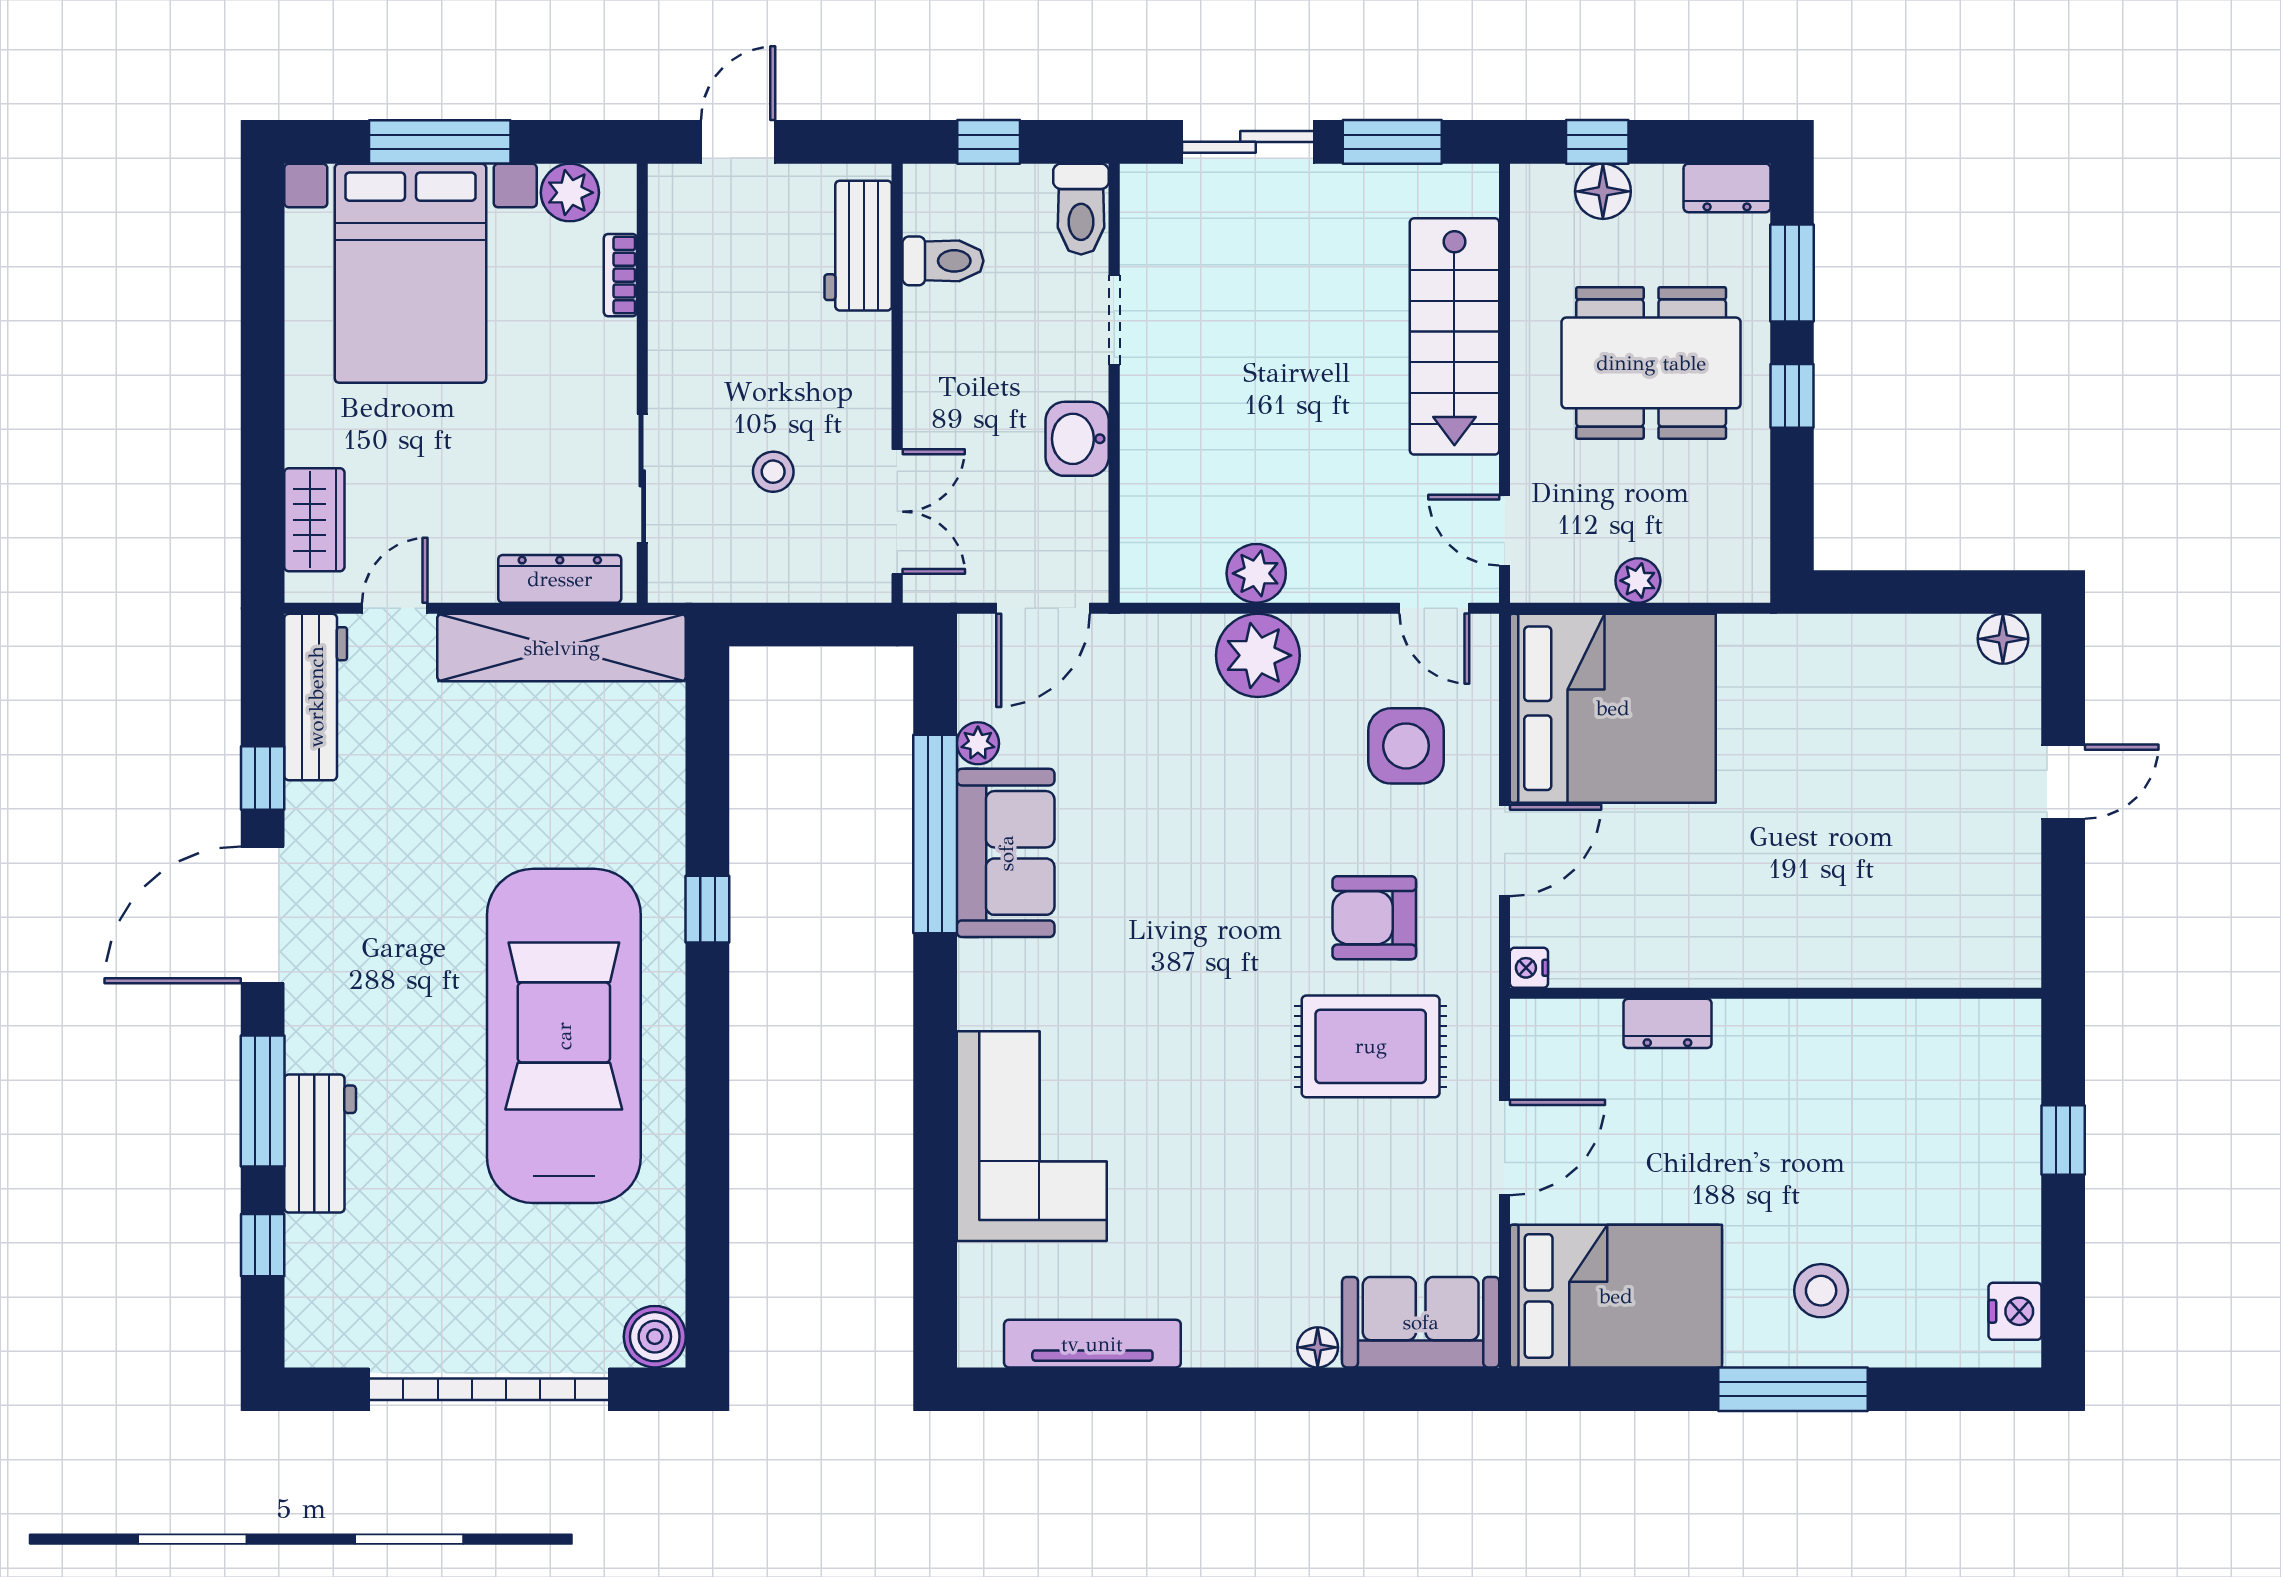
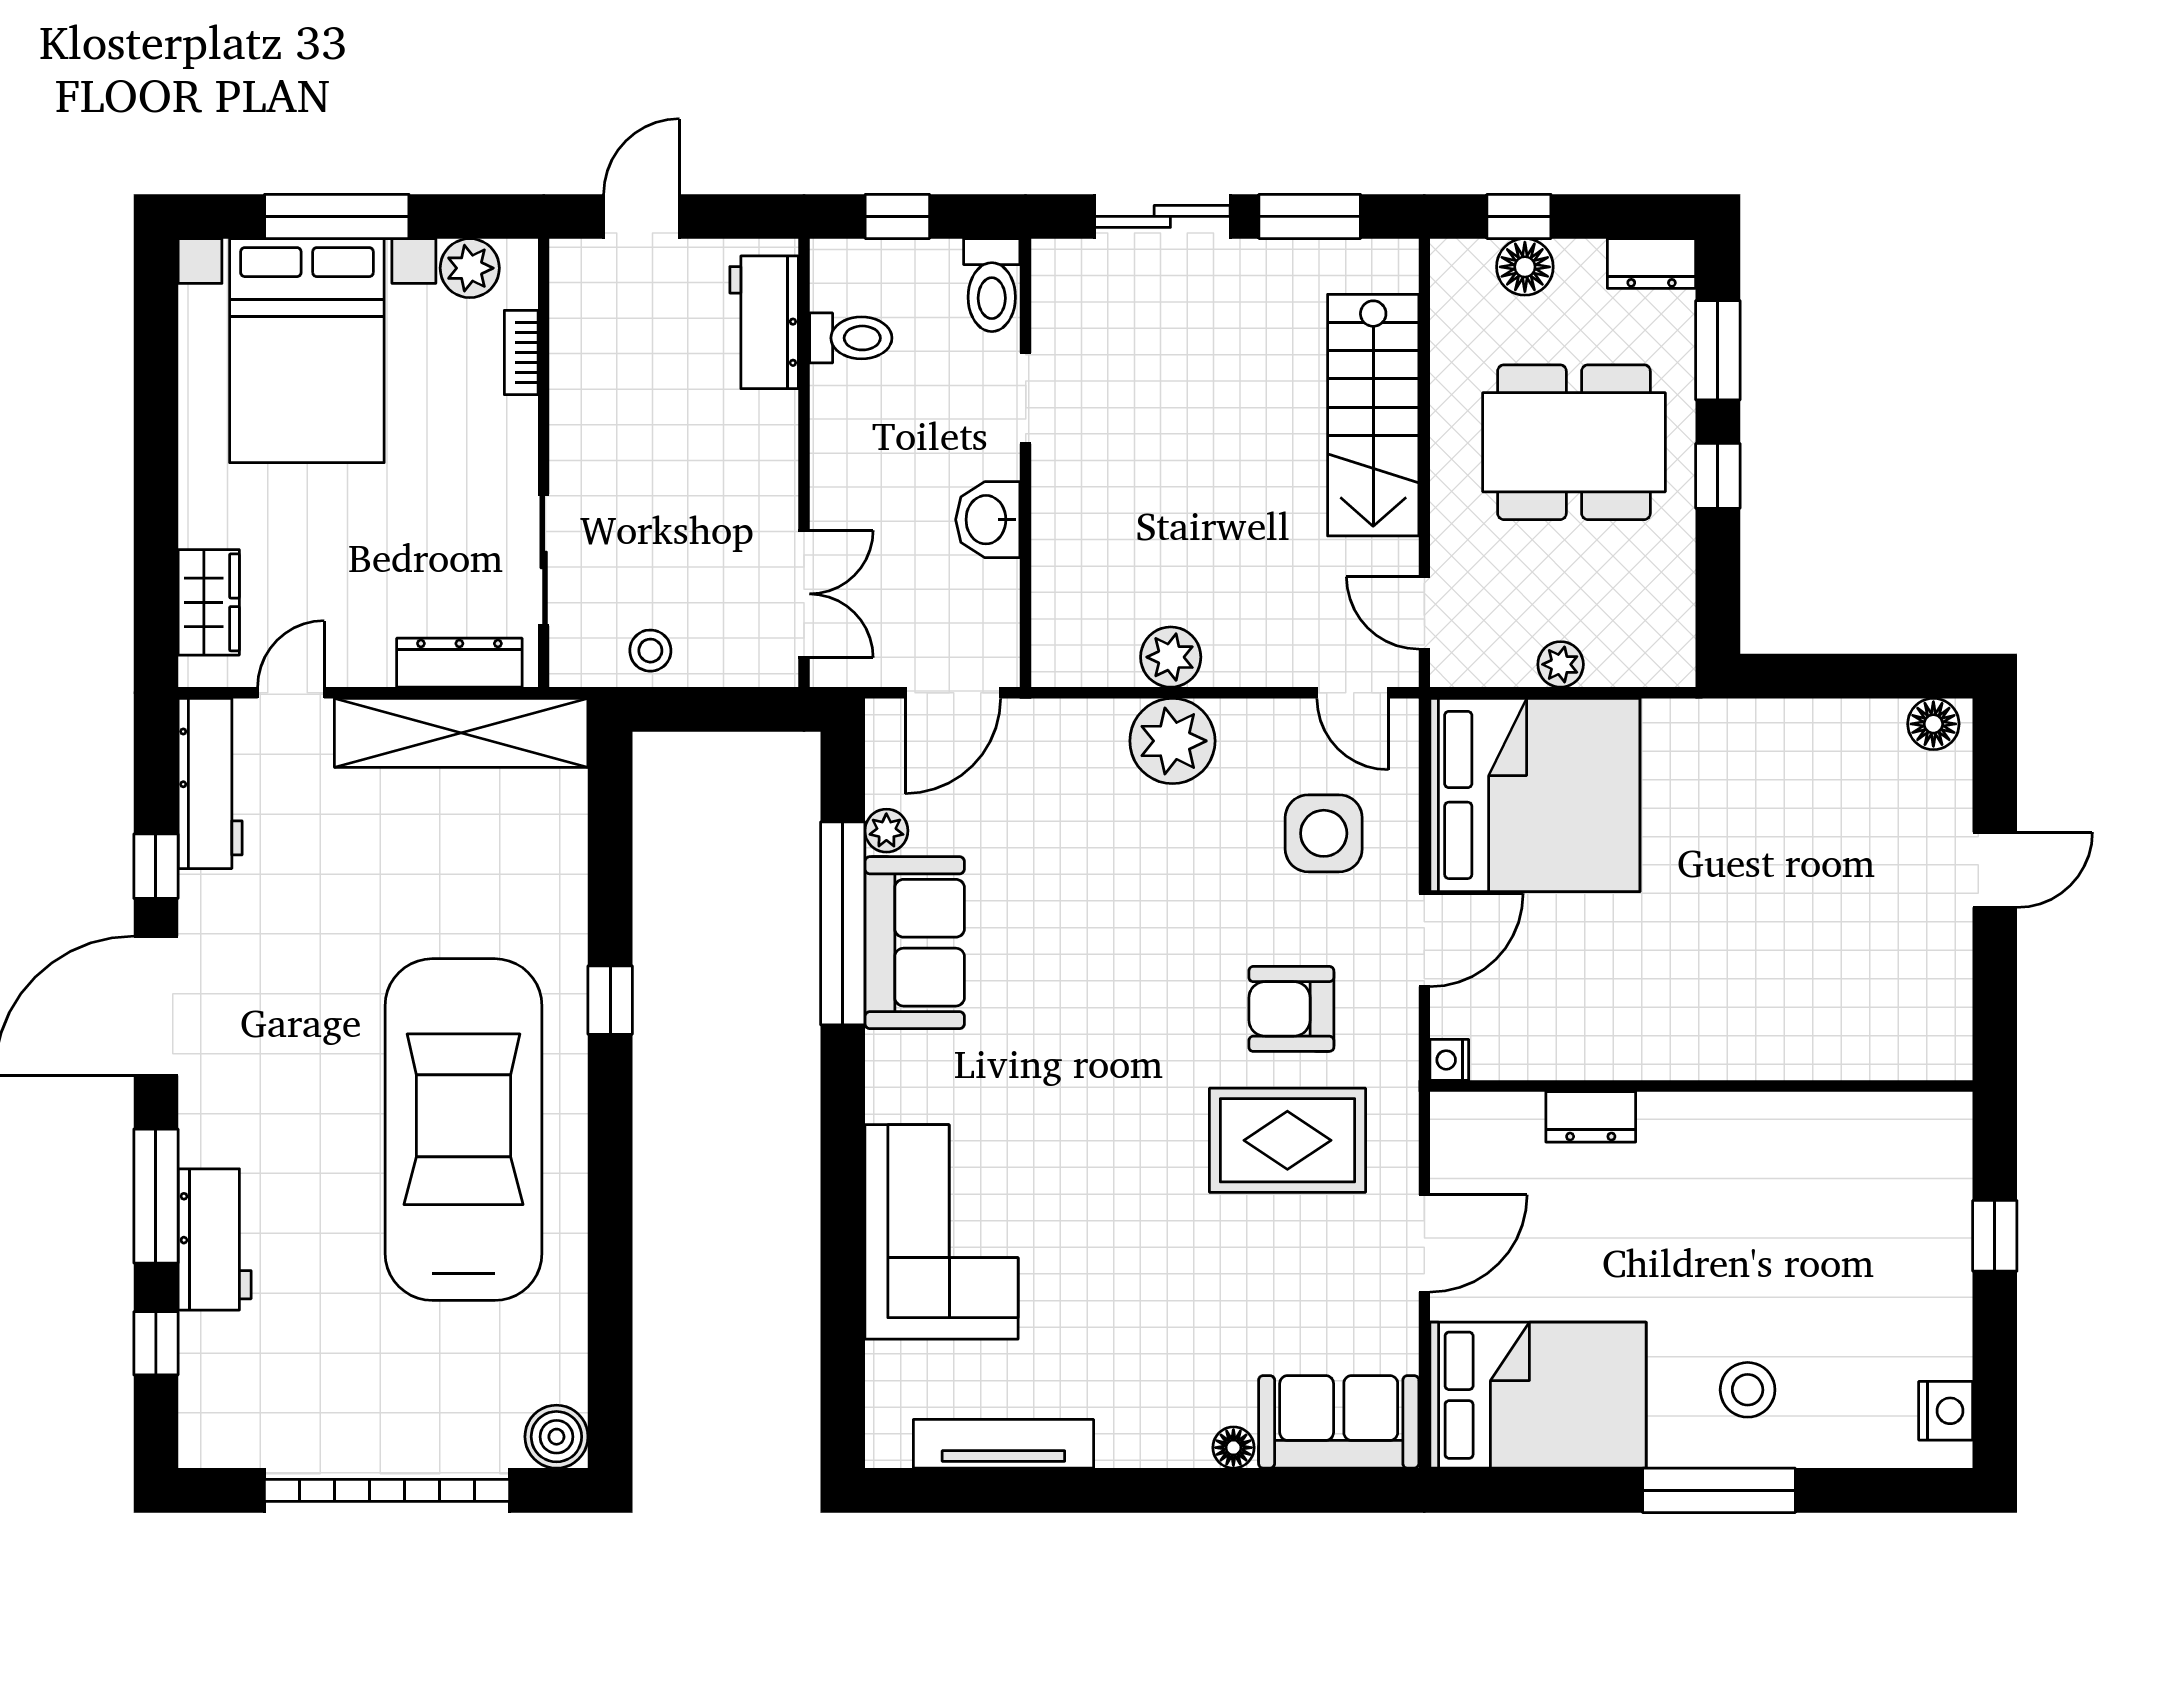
stool: (773, 472) -> (650, 651), moved

